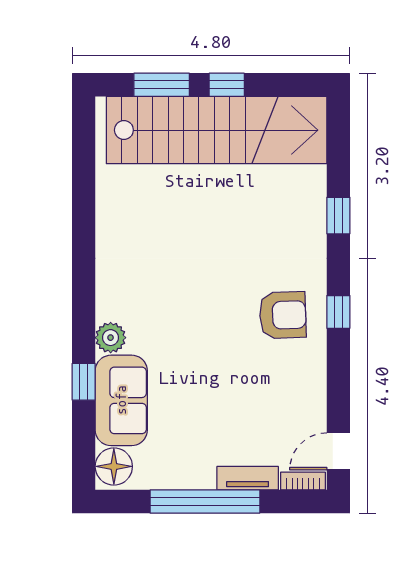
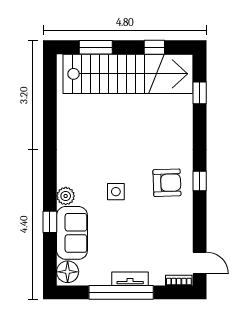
window: (227, 85) -> (154, 47), moved
window: (338, 216) -> (200, 93), moved
side table: (196, 330) -> (116, 192), added
door: (338, 451) -> (200, 263), swing flipped
tv unit: (248, 478) -> (130, 279), moved

